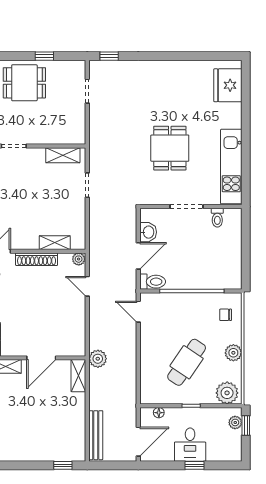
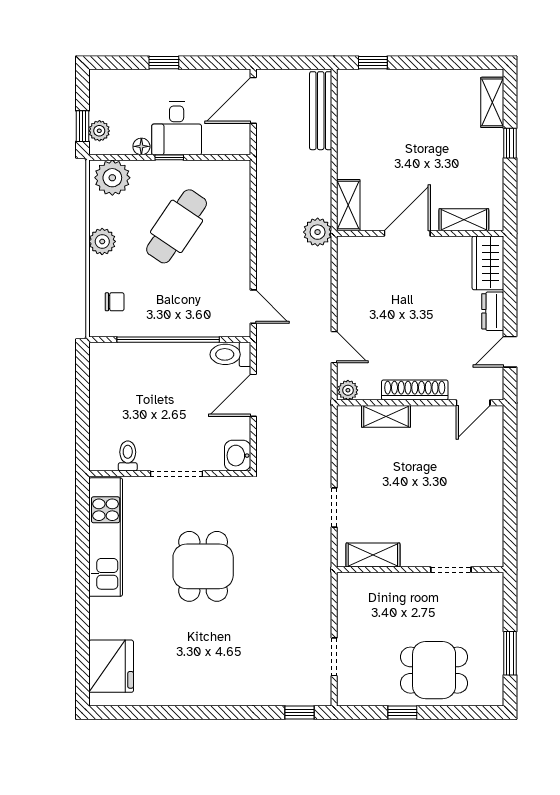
washbasin: (148, 232) -> (238, 456), moved
floor lamp: (159, 413) -> (141, 146), moved
desk: (190, 445) -> (177, 128), moved, turned 180

